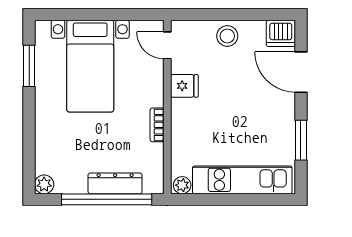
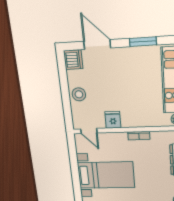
door: (167, 45) -> (89, 131), hinge flipped
door: (301, 72) -> (97, 45), swing flipped

